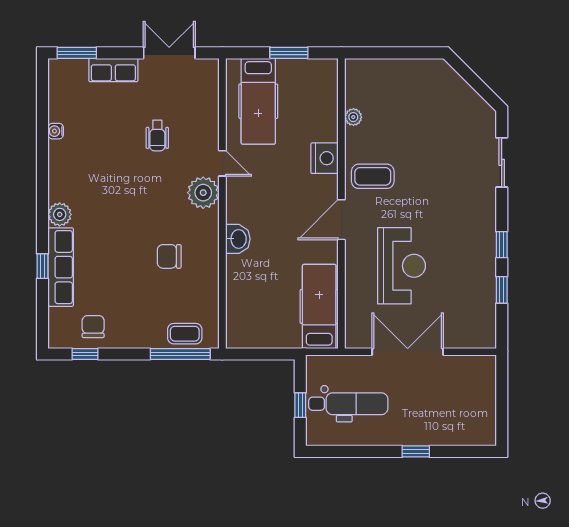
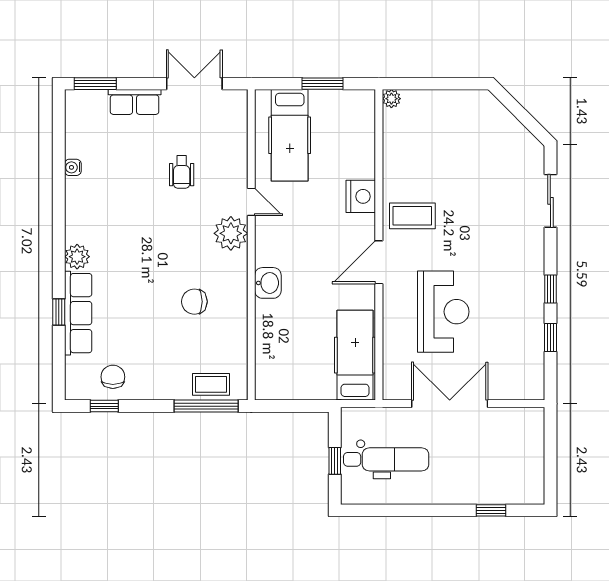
plant: (353, 117) -> (391, 99), moved
window: (416, 451) -> (491, 510), moved

